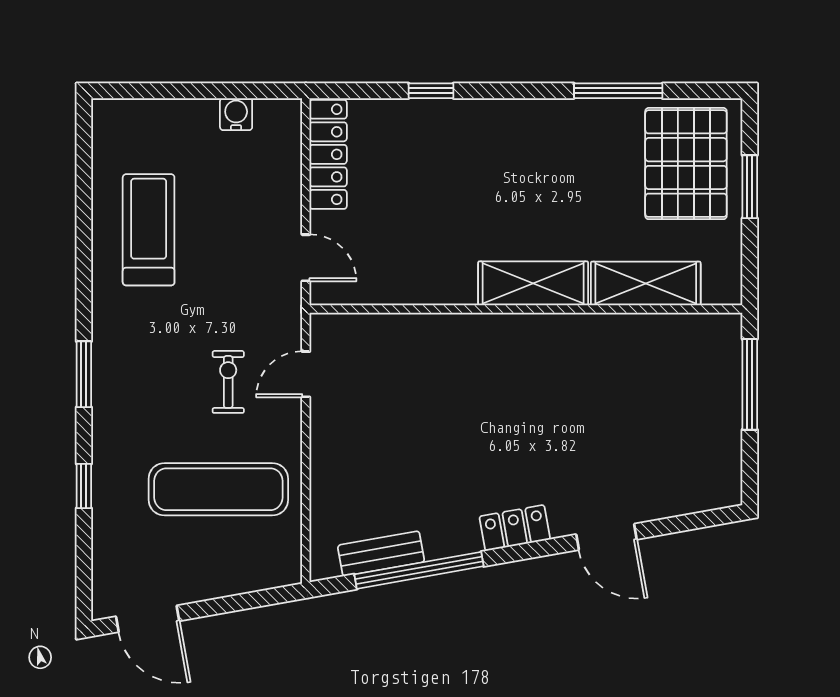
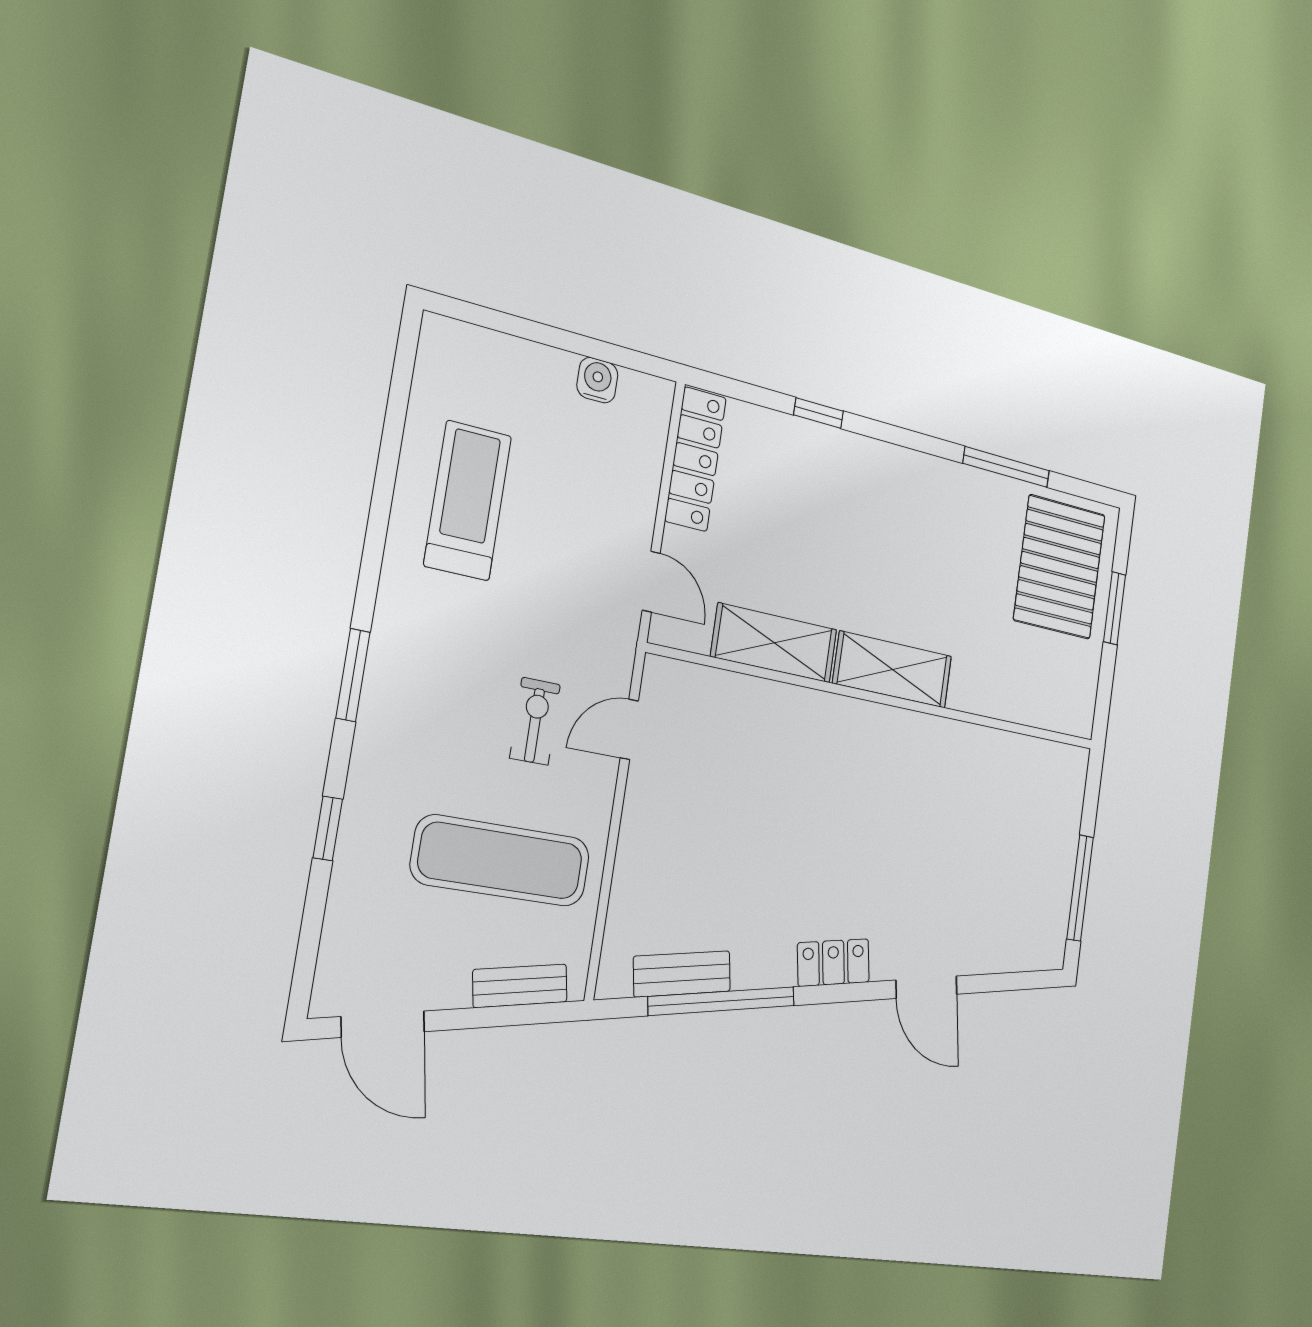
shelving: (646, 283) -> (774, 643), moved
window: (750, 384) -> (1080, 888), moved
bench: (249, 579) -> (520, 986), added

